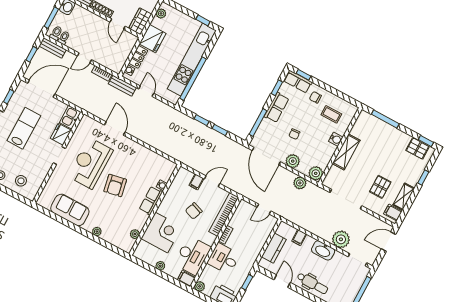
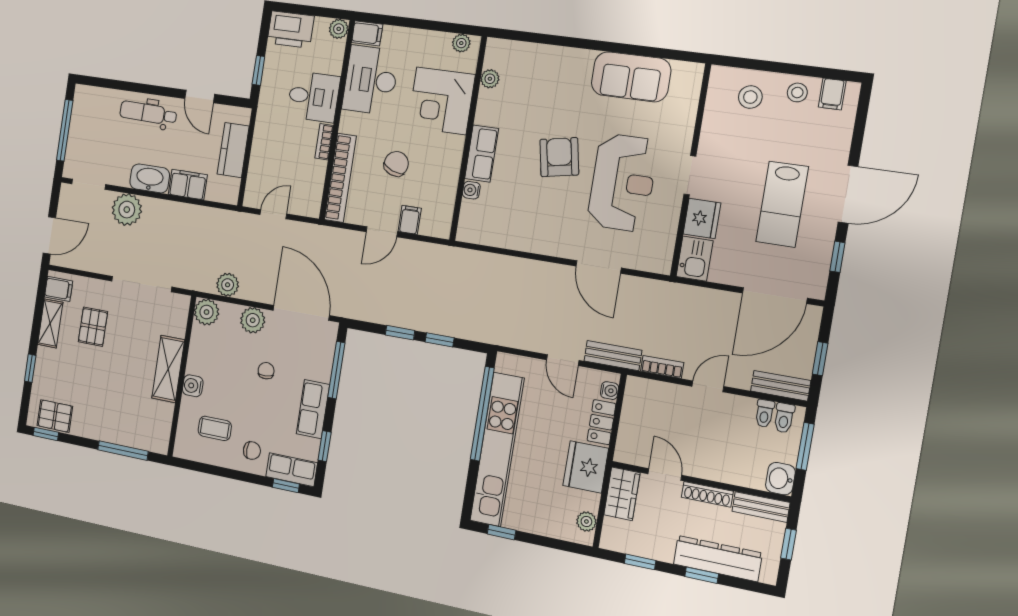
plant: (97, 231) -> (564, 56), removed
filing cabinet: (299, 238) -> (188, 185), width x2.00
plant: (160, 266) -> (461, 43), moved

